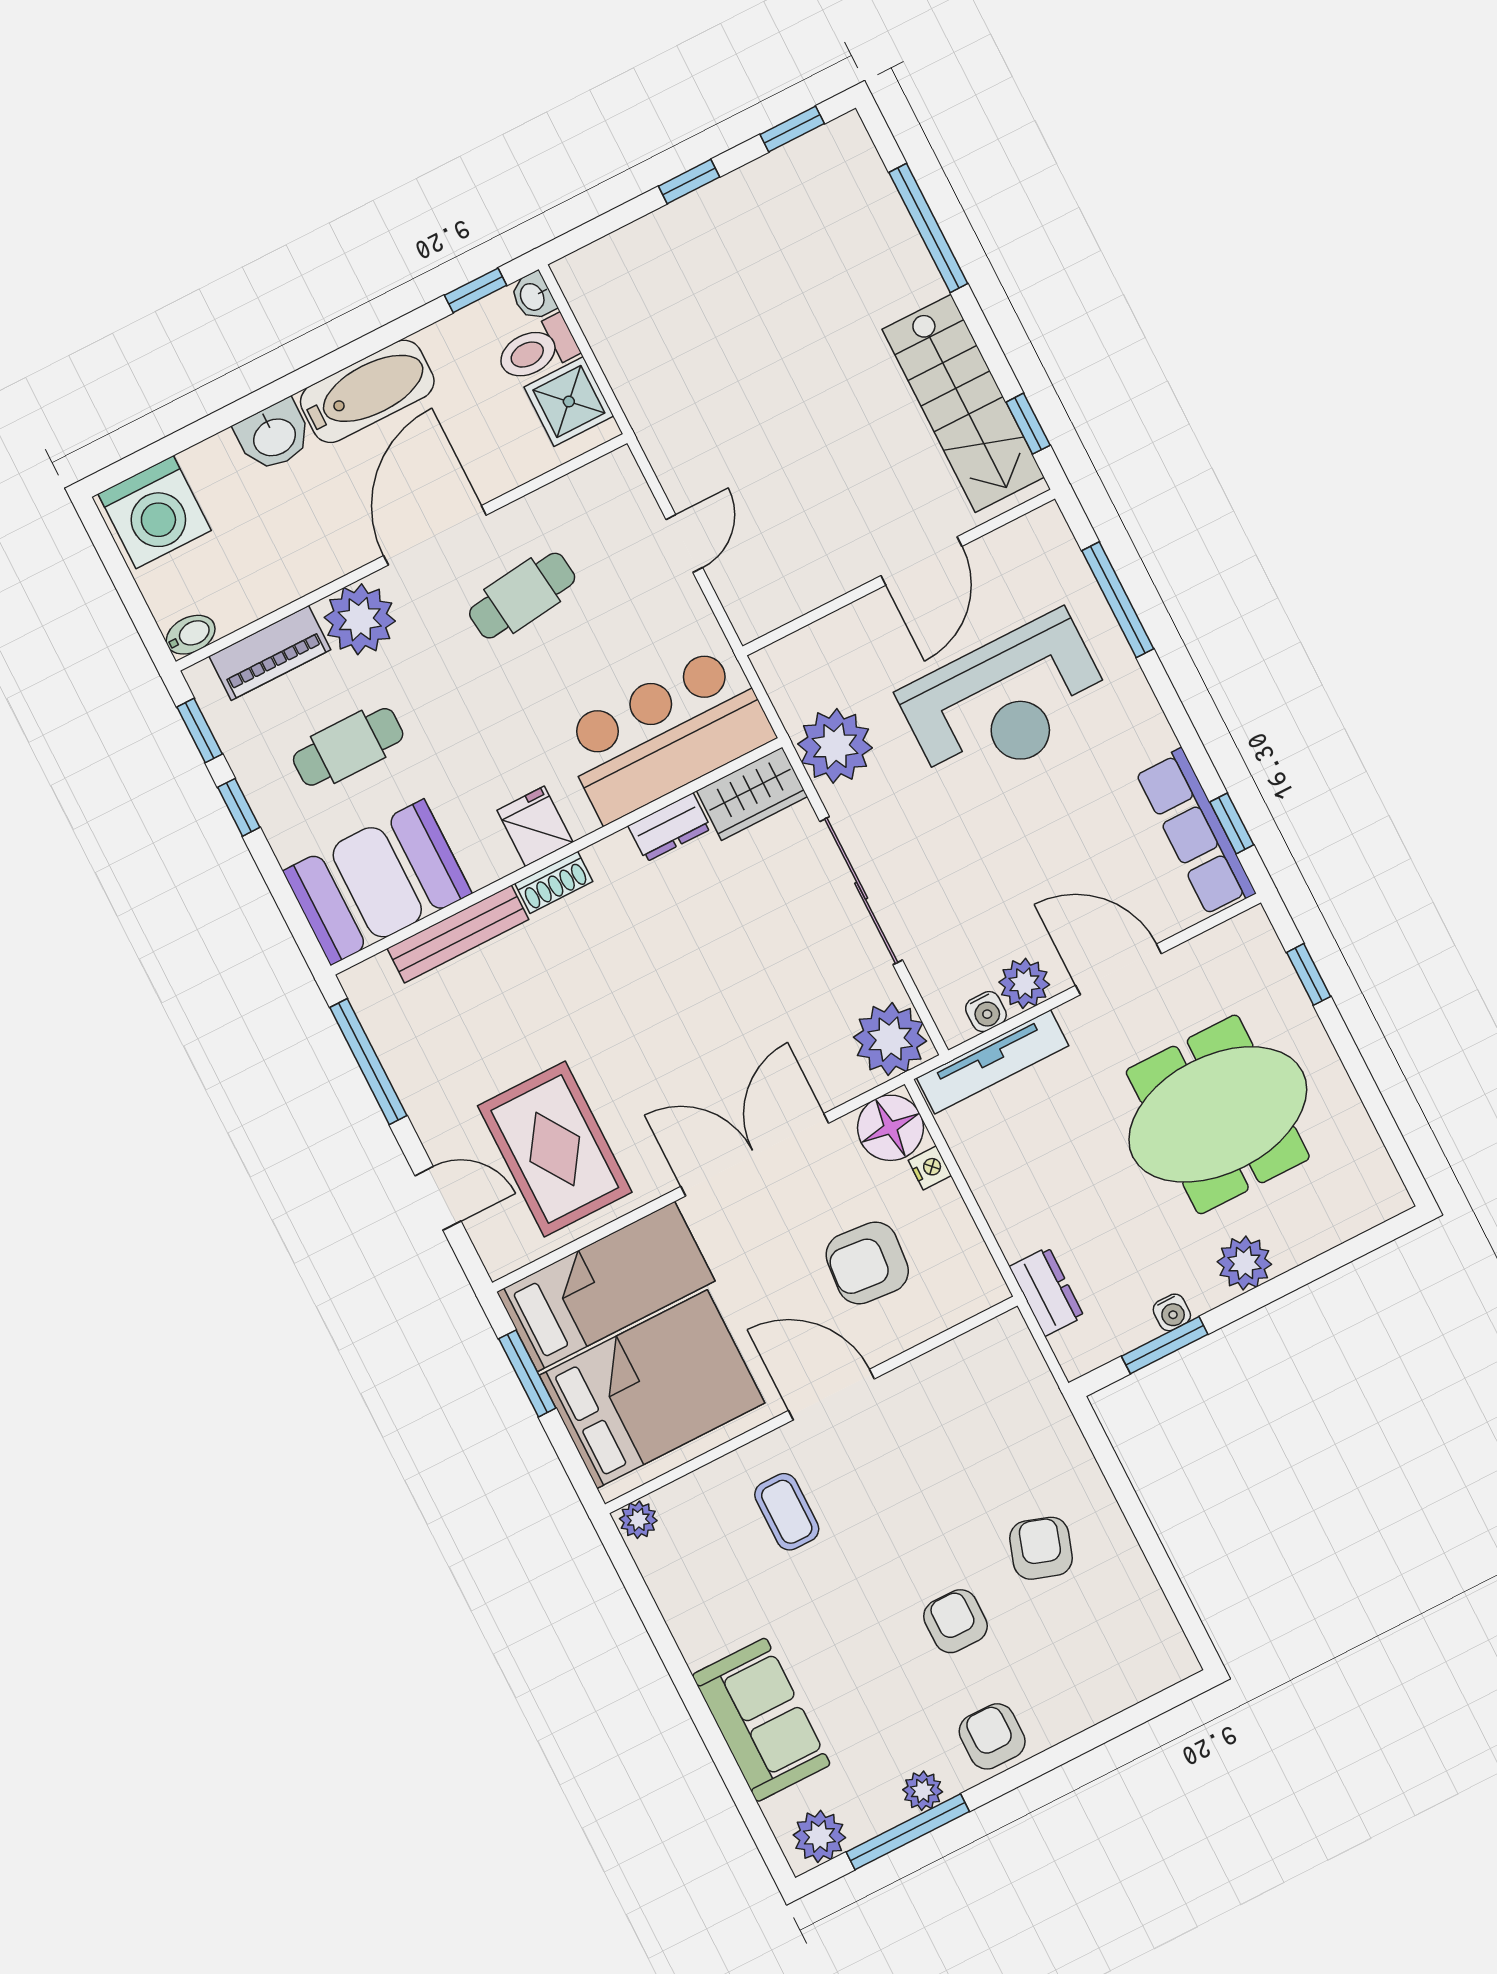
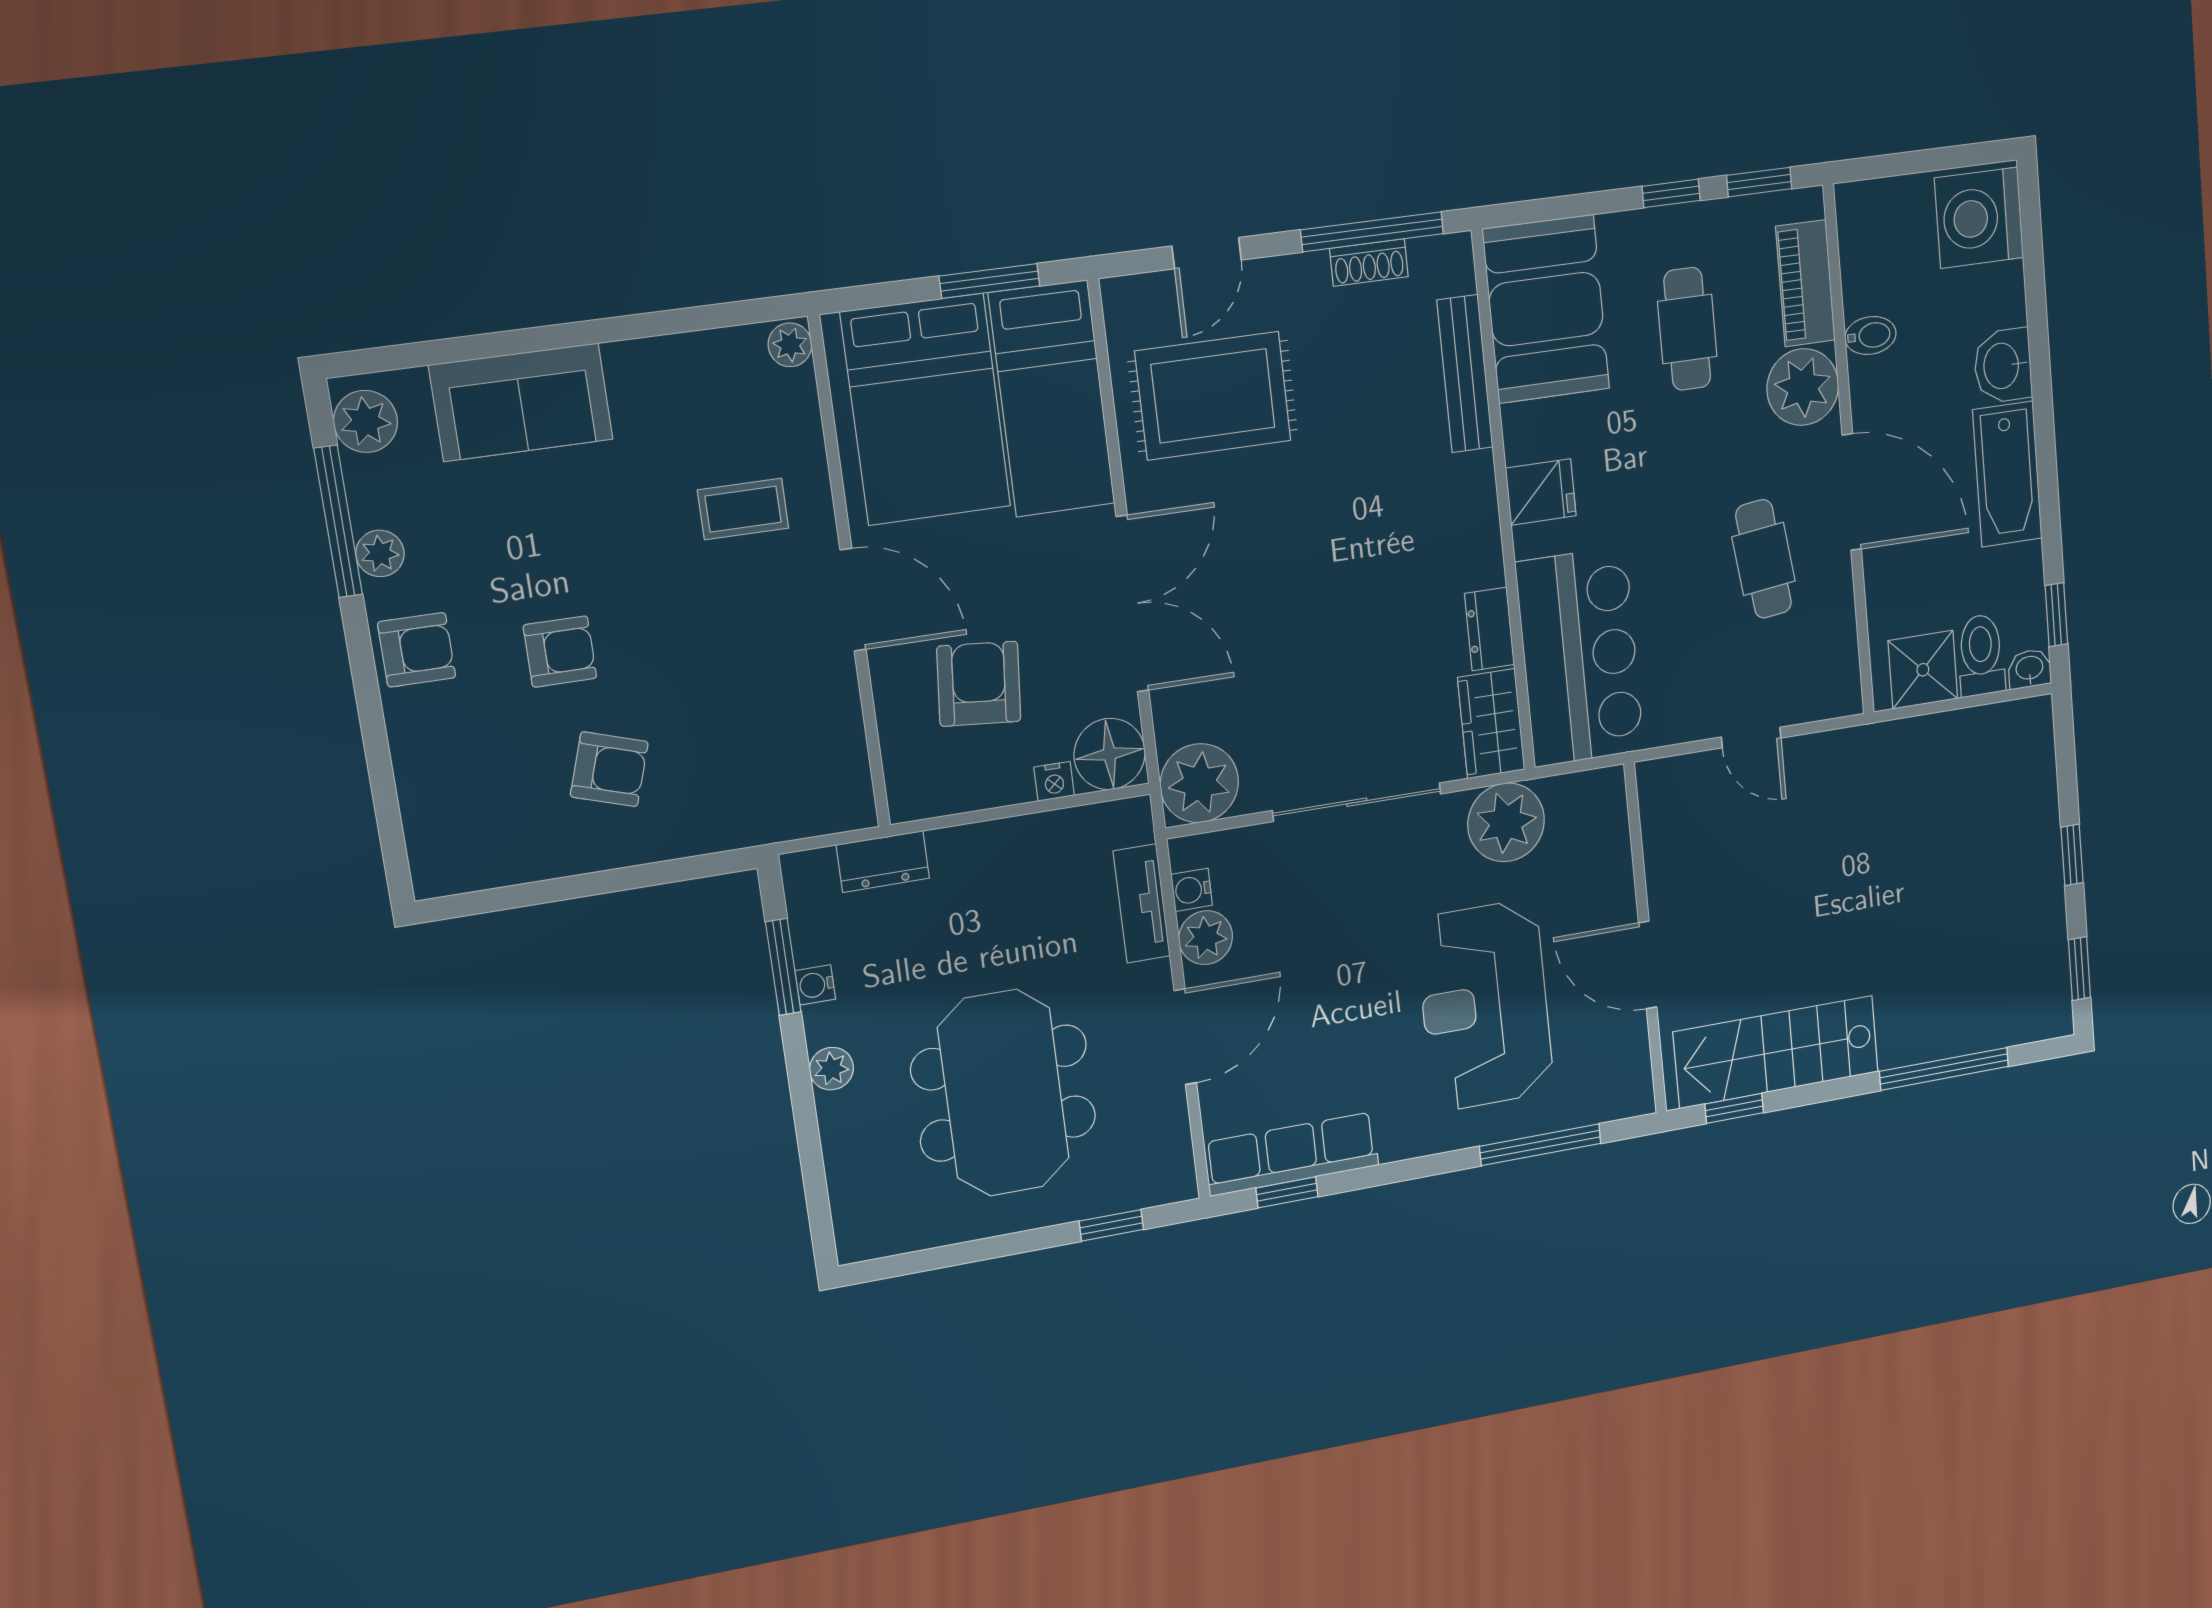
bidet: (191, 635) -> (1870, 335), moved, turned -90
shoe rack: (554, 882) -> (1369, 263), moved, turned -90
tv unit: (993, 1062) -> (1142, 904), width x0.71
plant: (1244, 1263) -> (831, 1069), width x0.73, depth x0.73
door: (831, 1395) -> (853, 600), hinge flipped

